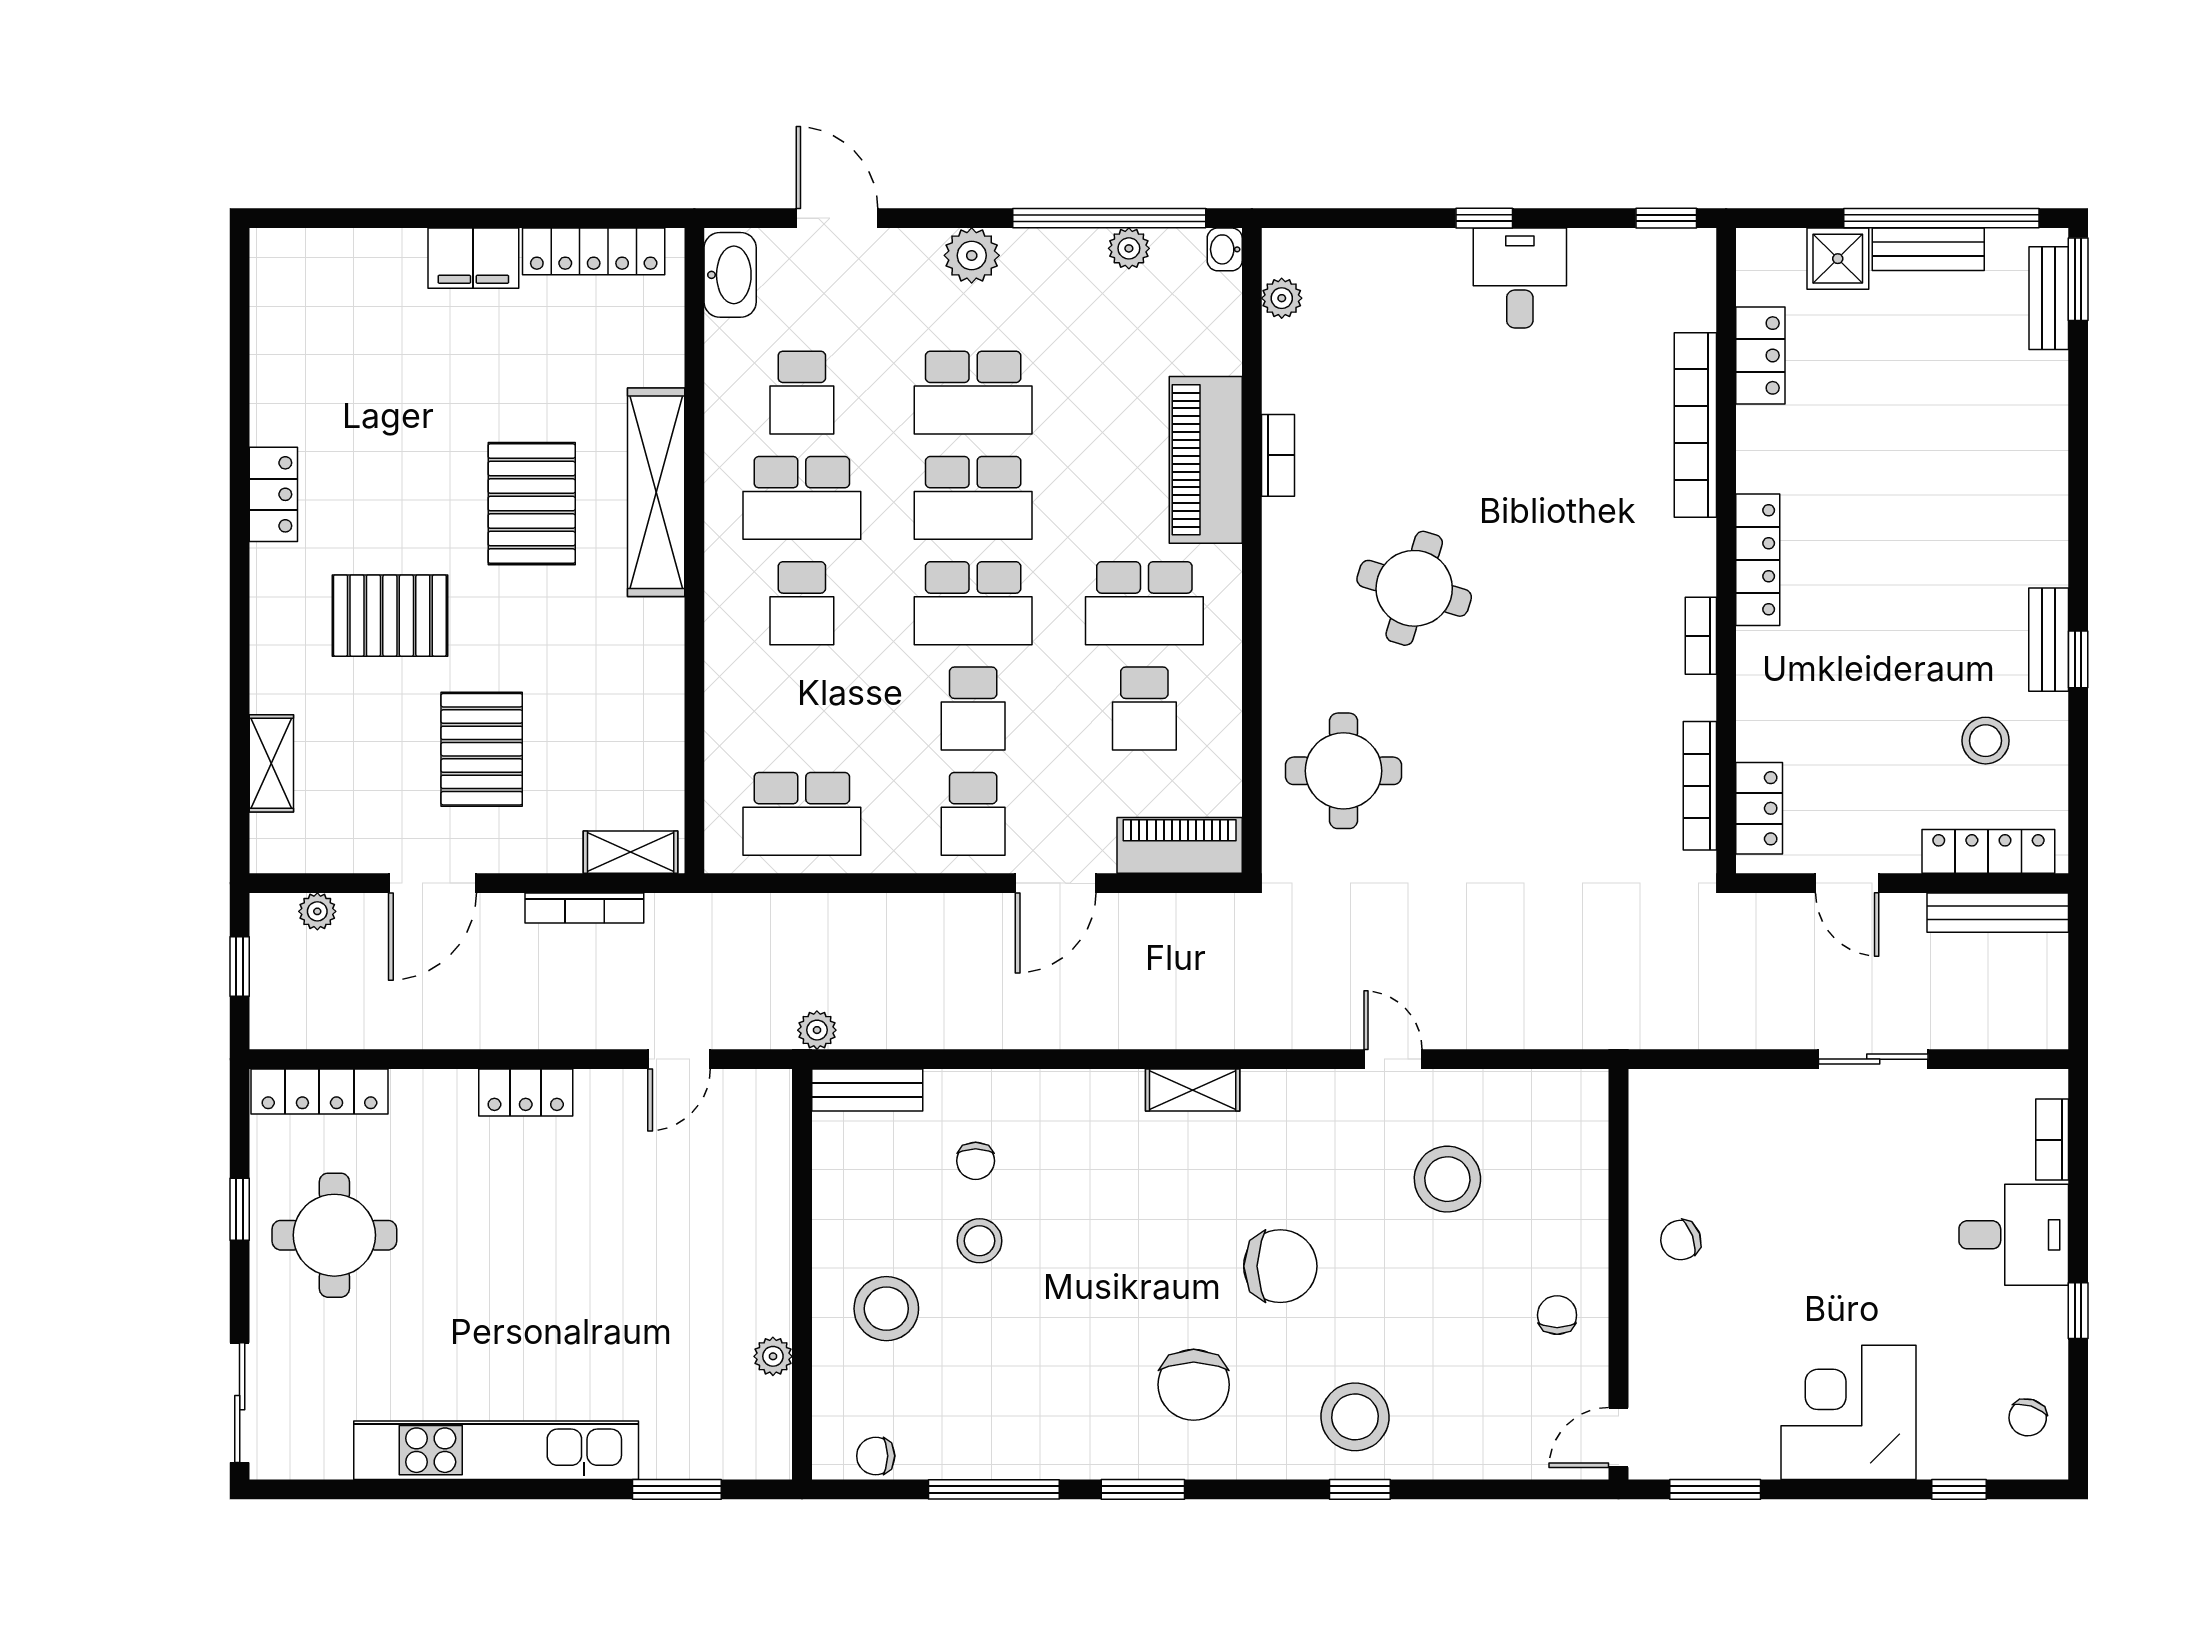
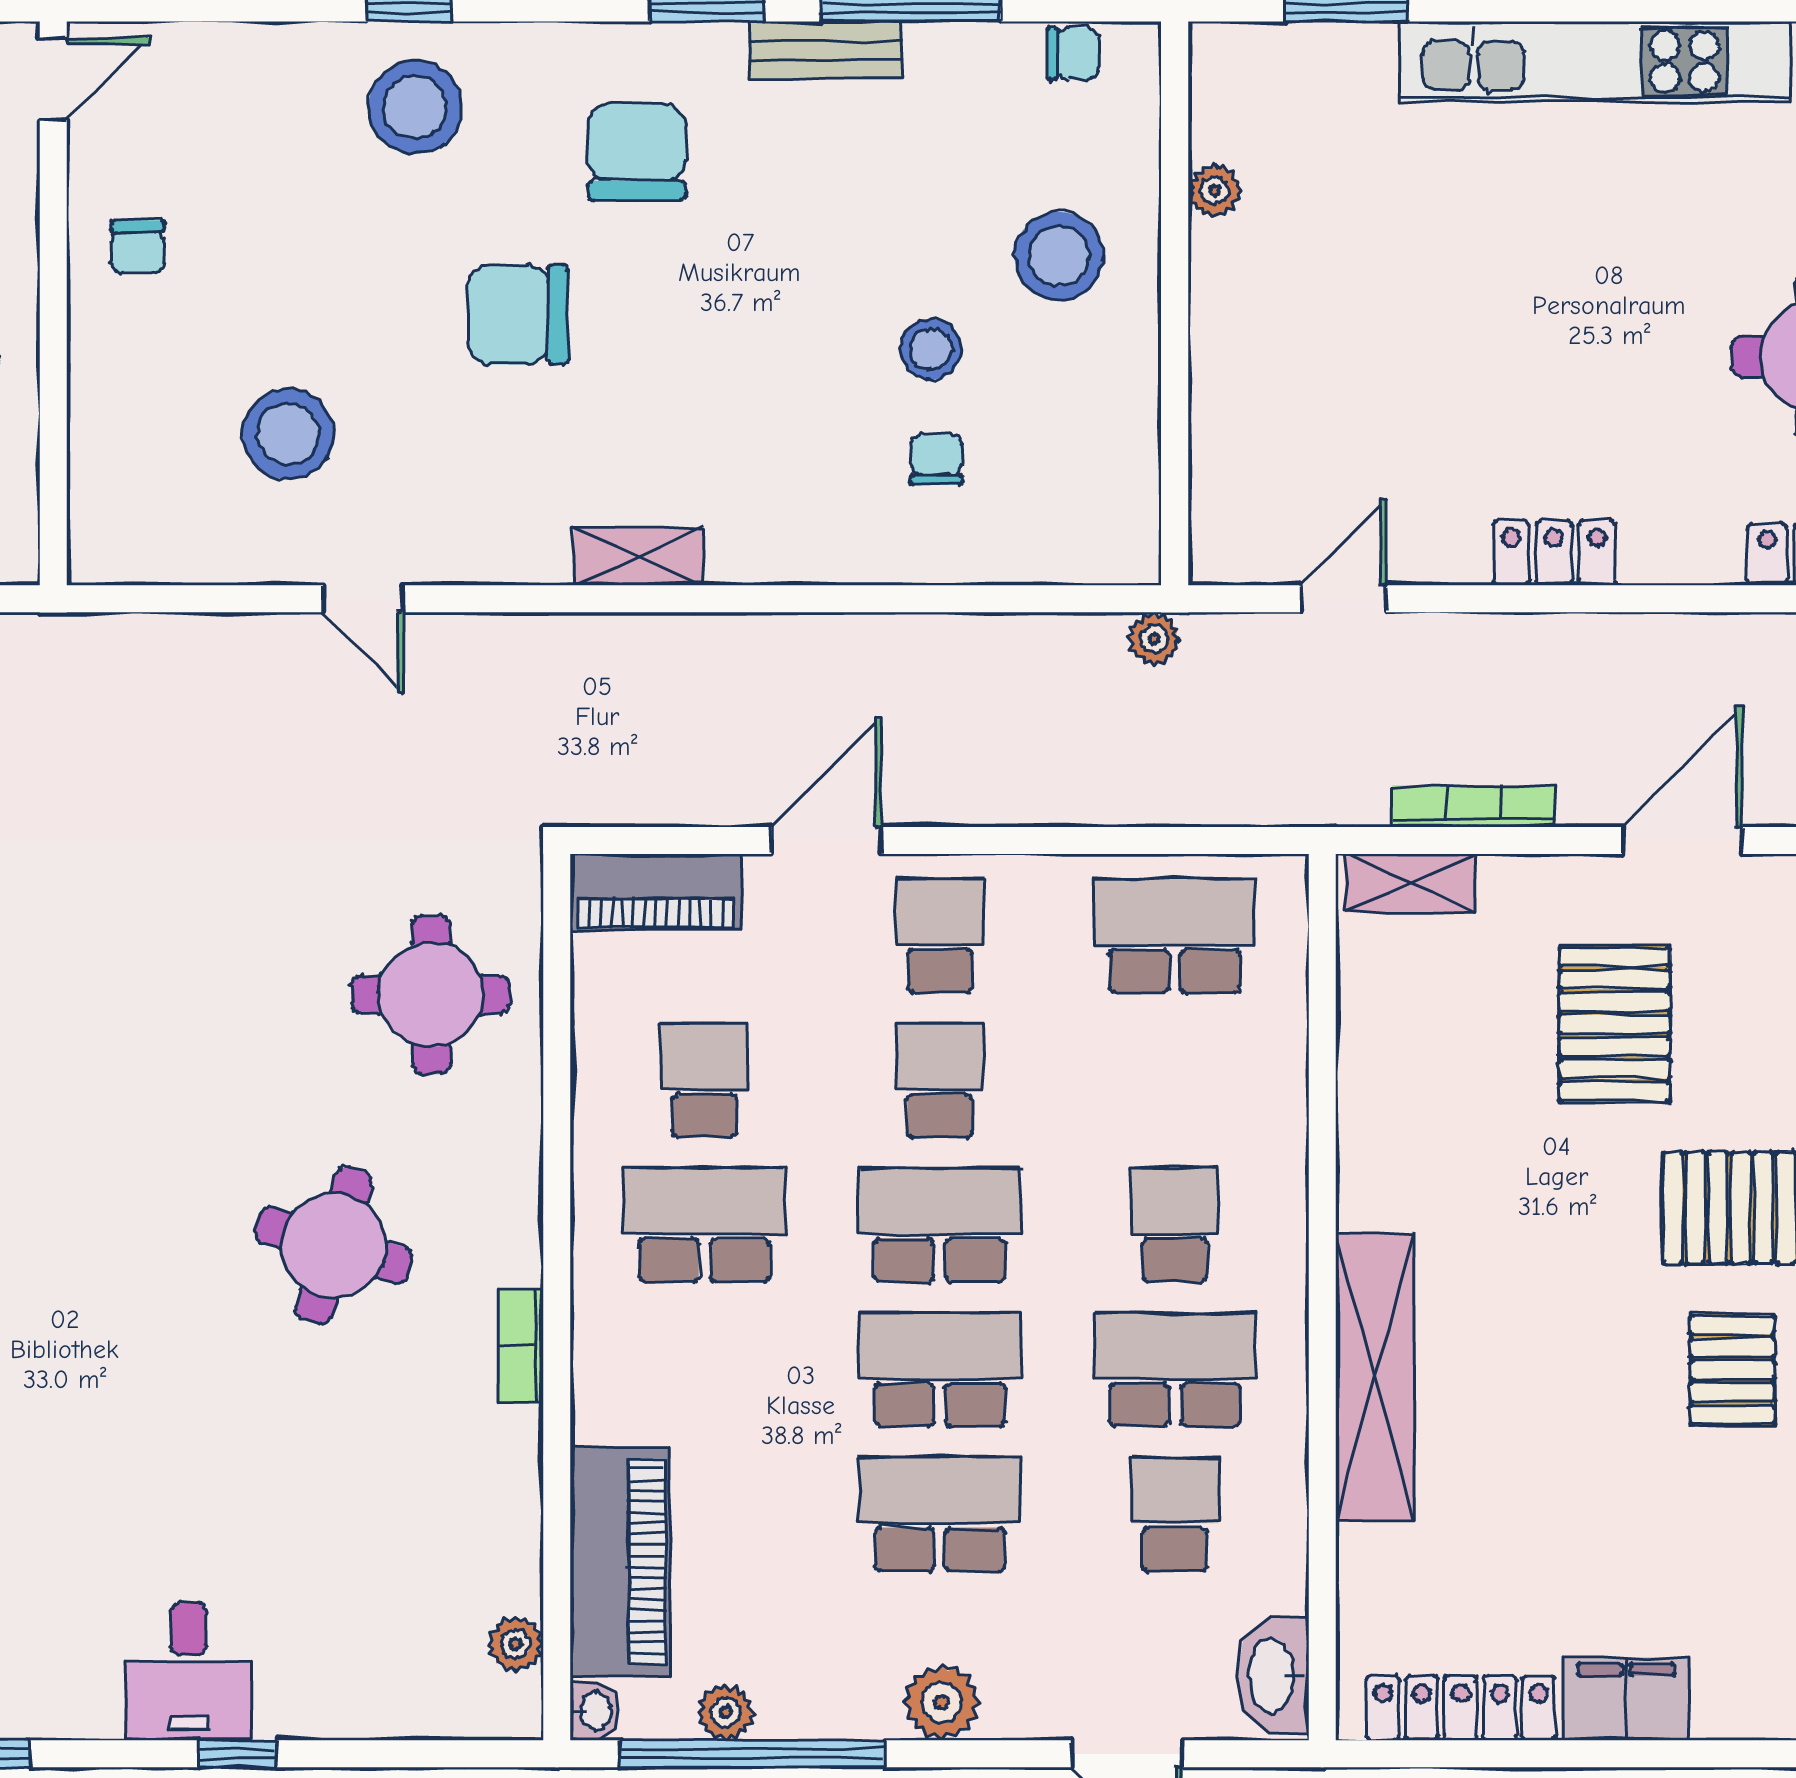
bookcase: (1278, 455) -> (521, 1345), moved
piano: (1206, 460) -> (620, 1561), moved
pallet: (532, 504) -> (1732, 1370), moved, width x0.67, depth x0.71
bench: (867, 1090) -> (825, 50), moved

